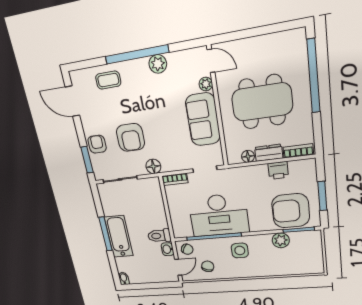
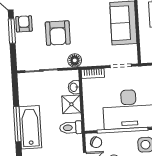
armchair: (97, 144) -> (24, 24), moved
window: (87, 160) -> (12, 31), moved
shower: (156, 213) -> (71, 104), added
washbasin: (168, 249) -> (74, 87), moved

